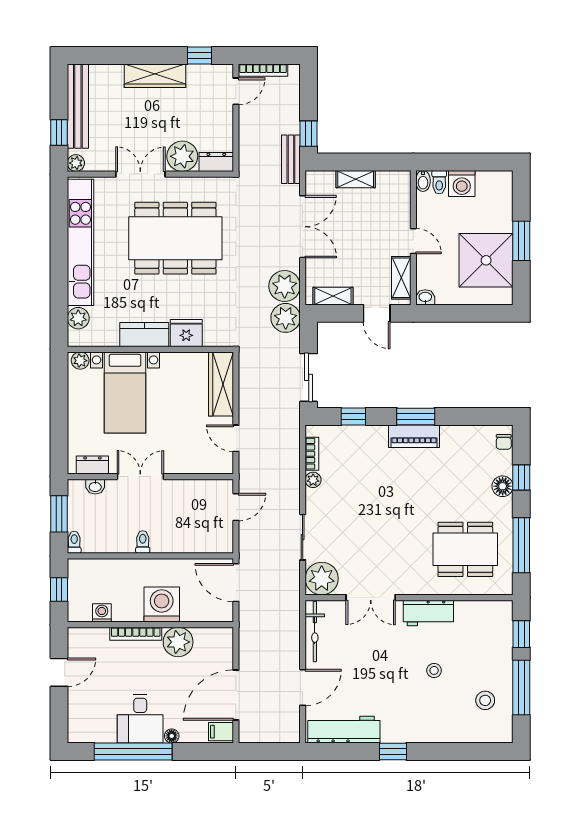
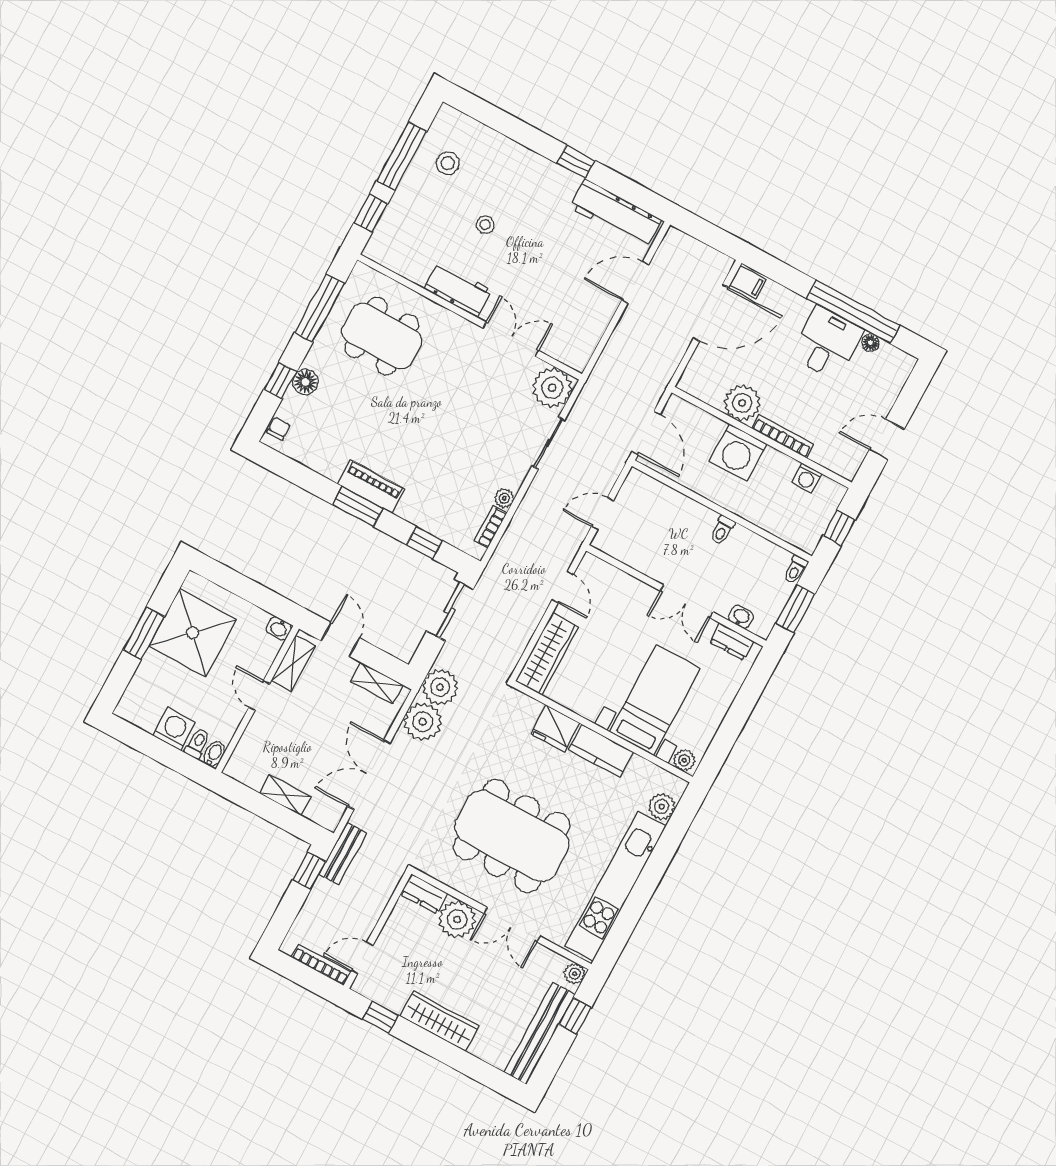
bicycle: (315, 631) -> (590, 335), removed
floor lamp: (172, 736) -> (871, 343), moved

